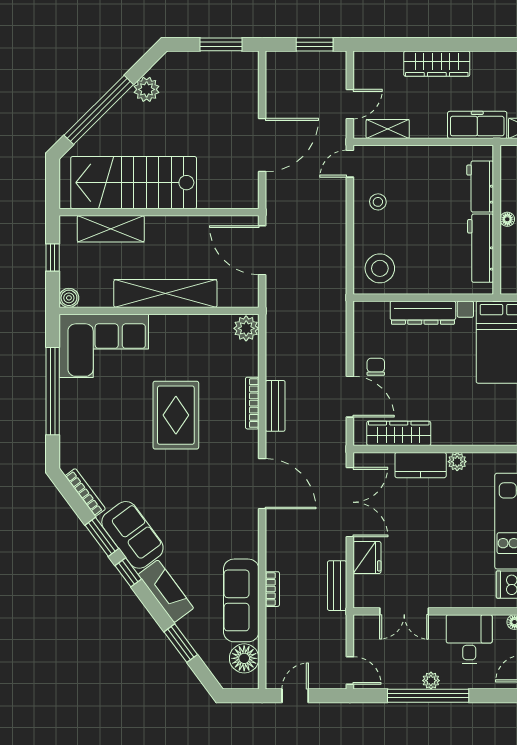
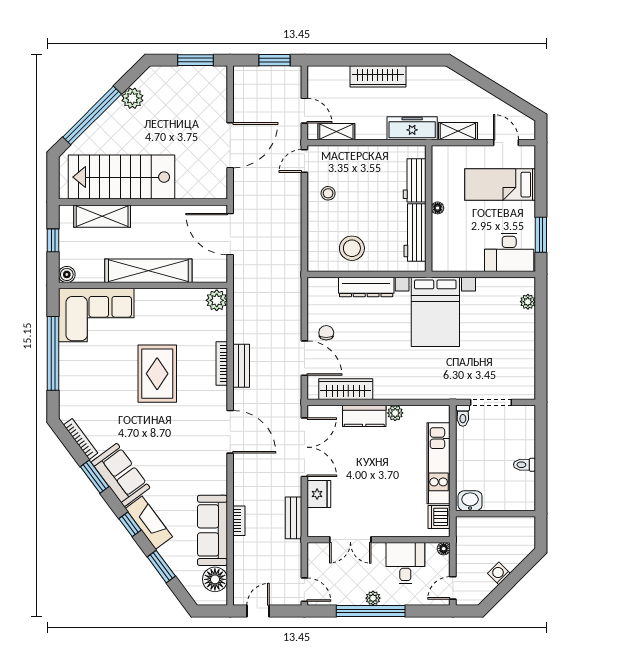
door: (350, 104) -> (304, 111), hinge flipped
stool: (380, 268) -> (352, 248), moved
window: (128, 572) -> (130, 524), moved

